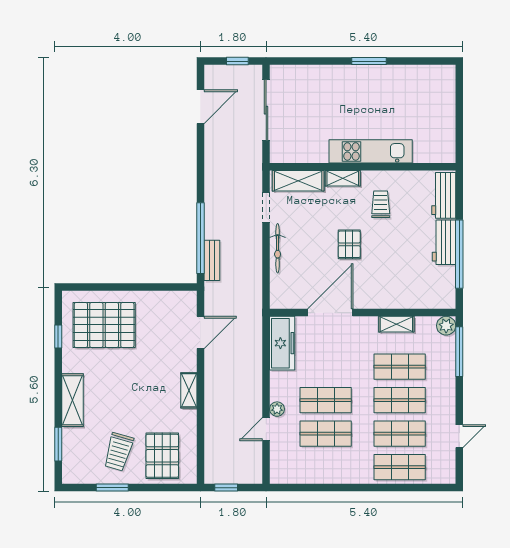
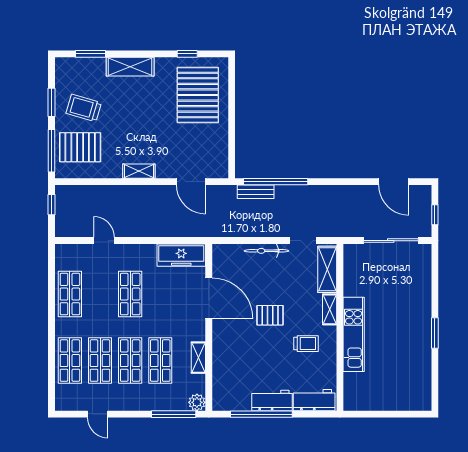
plant: (277, 409) -> (122, 250), removed
shop shelf: (326, 434) -> (70, 294), moved
window: (166, 488) -> (52, 151), added

